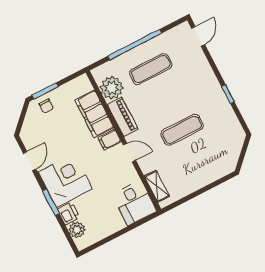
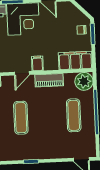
plant: (112, 88) -> (84, 81), moved
filing cabinet: (94, 114) -> (75, 61), moved

